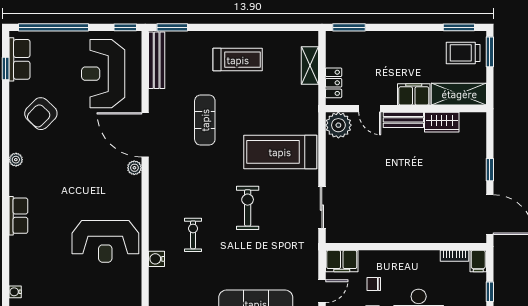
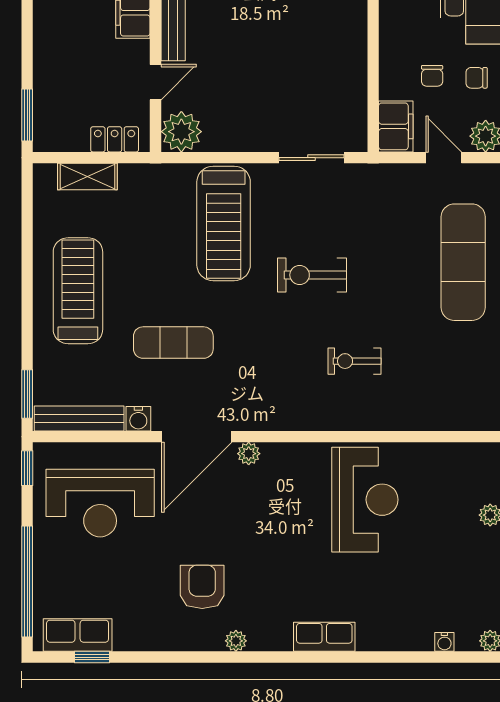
treadmill: (238, 60) -> (78, 291), width x1.37, depth x1.38
armchair: (41, 114) -> (202, 587), moved, turned -134
water cooler: (157, 259) -> (138, 419), moved

